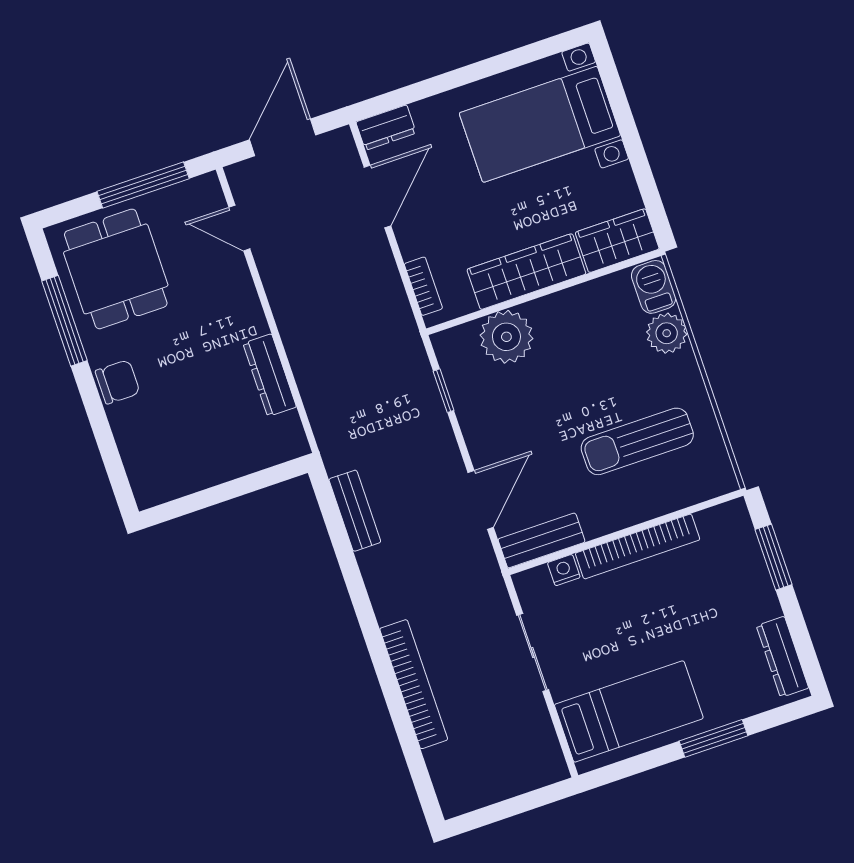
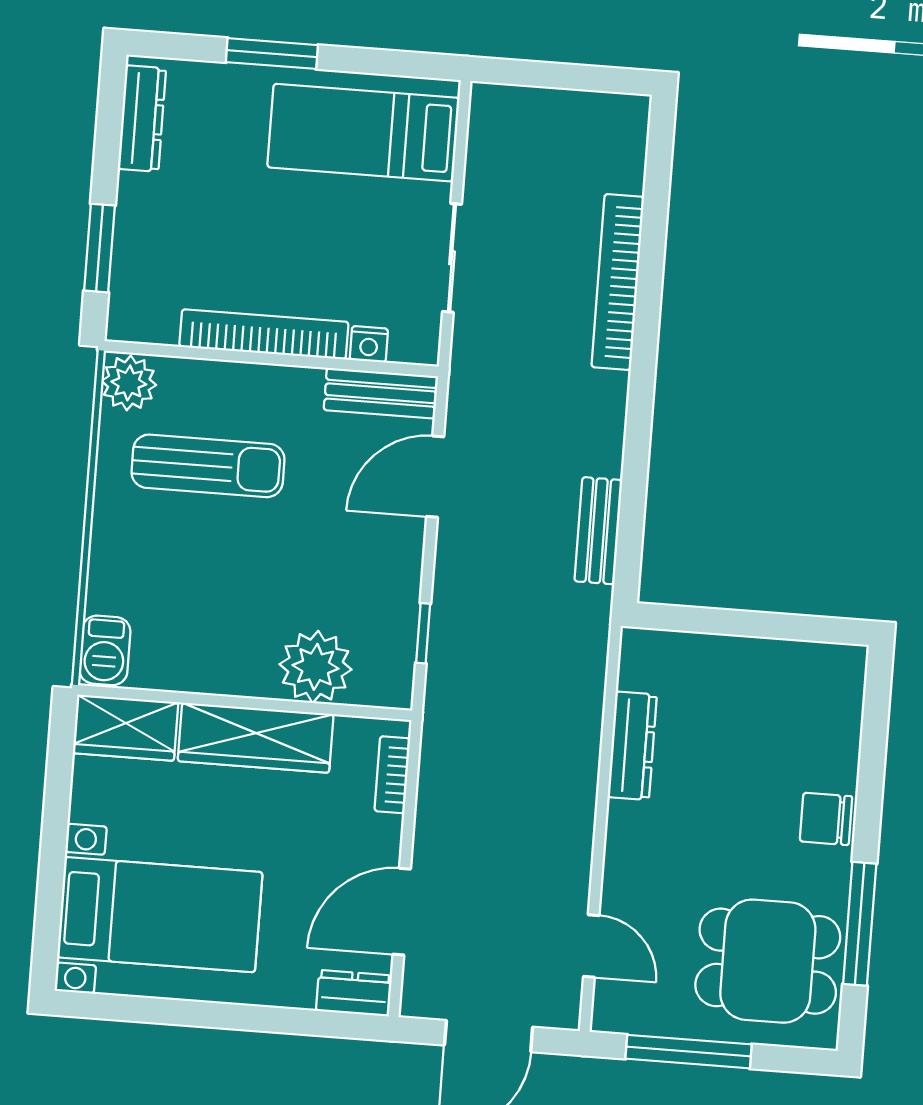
dining table: (116, 269) -> (768, 961), turned 90
plant: (667, 333) -> (129, 383), moved

